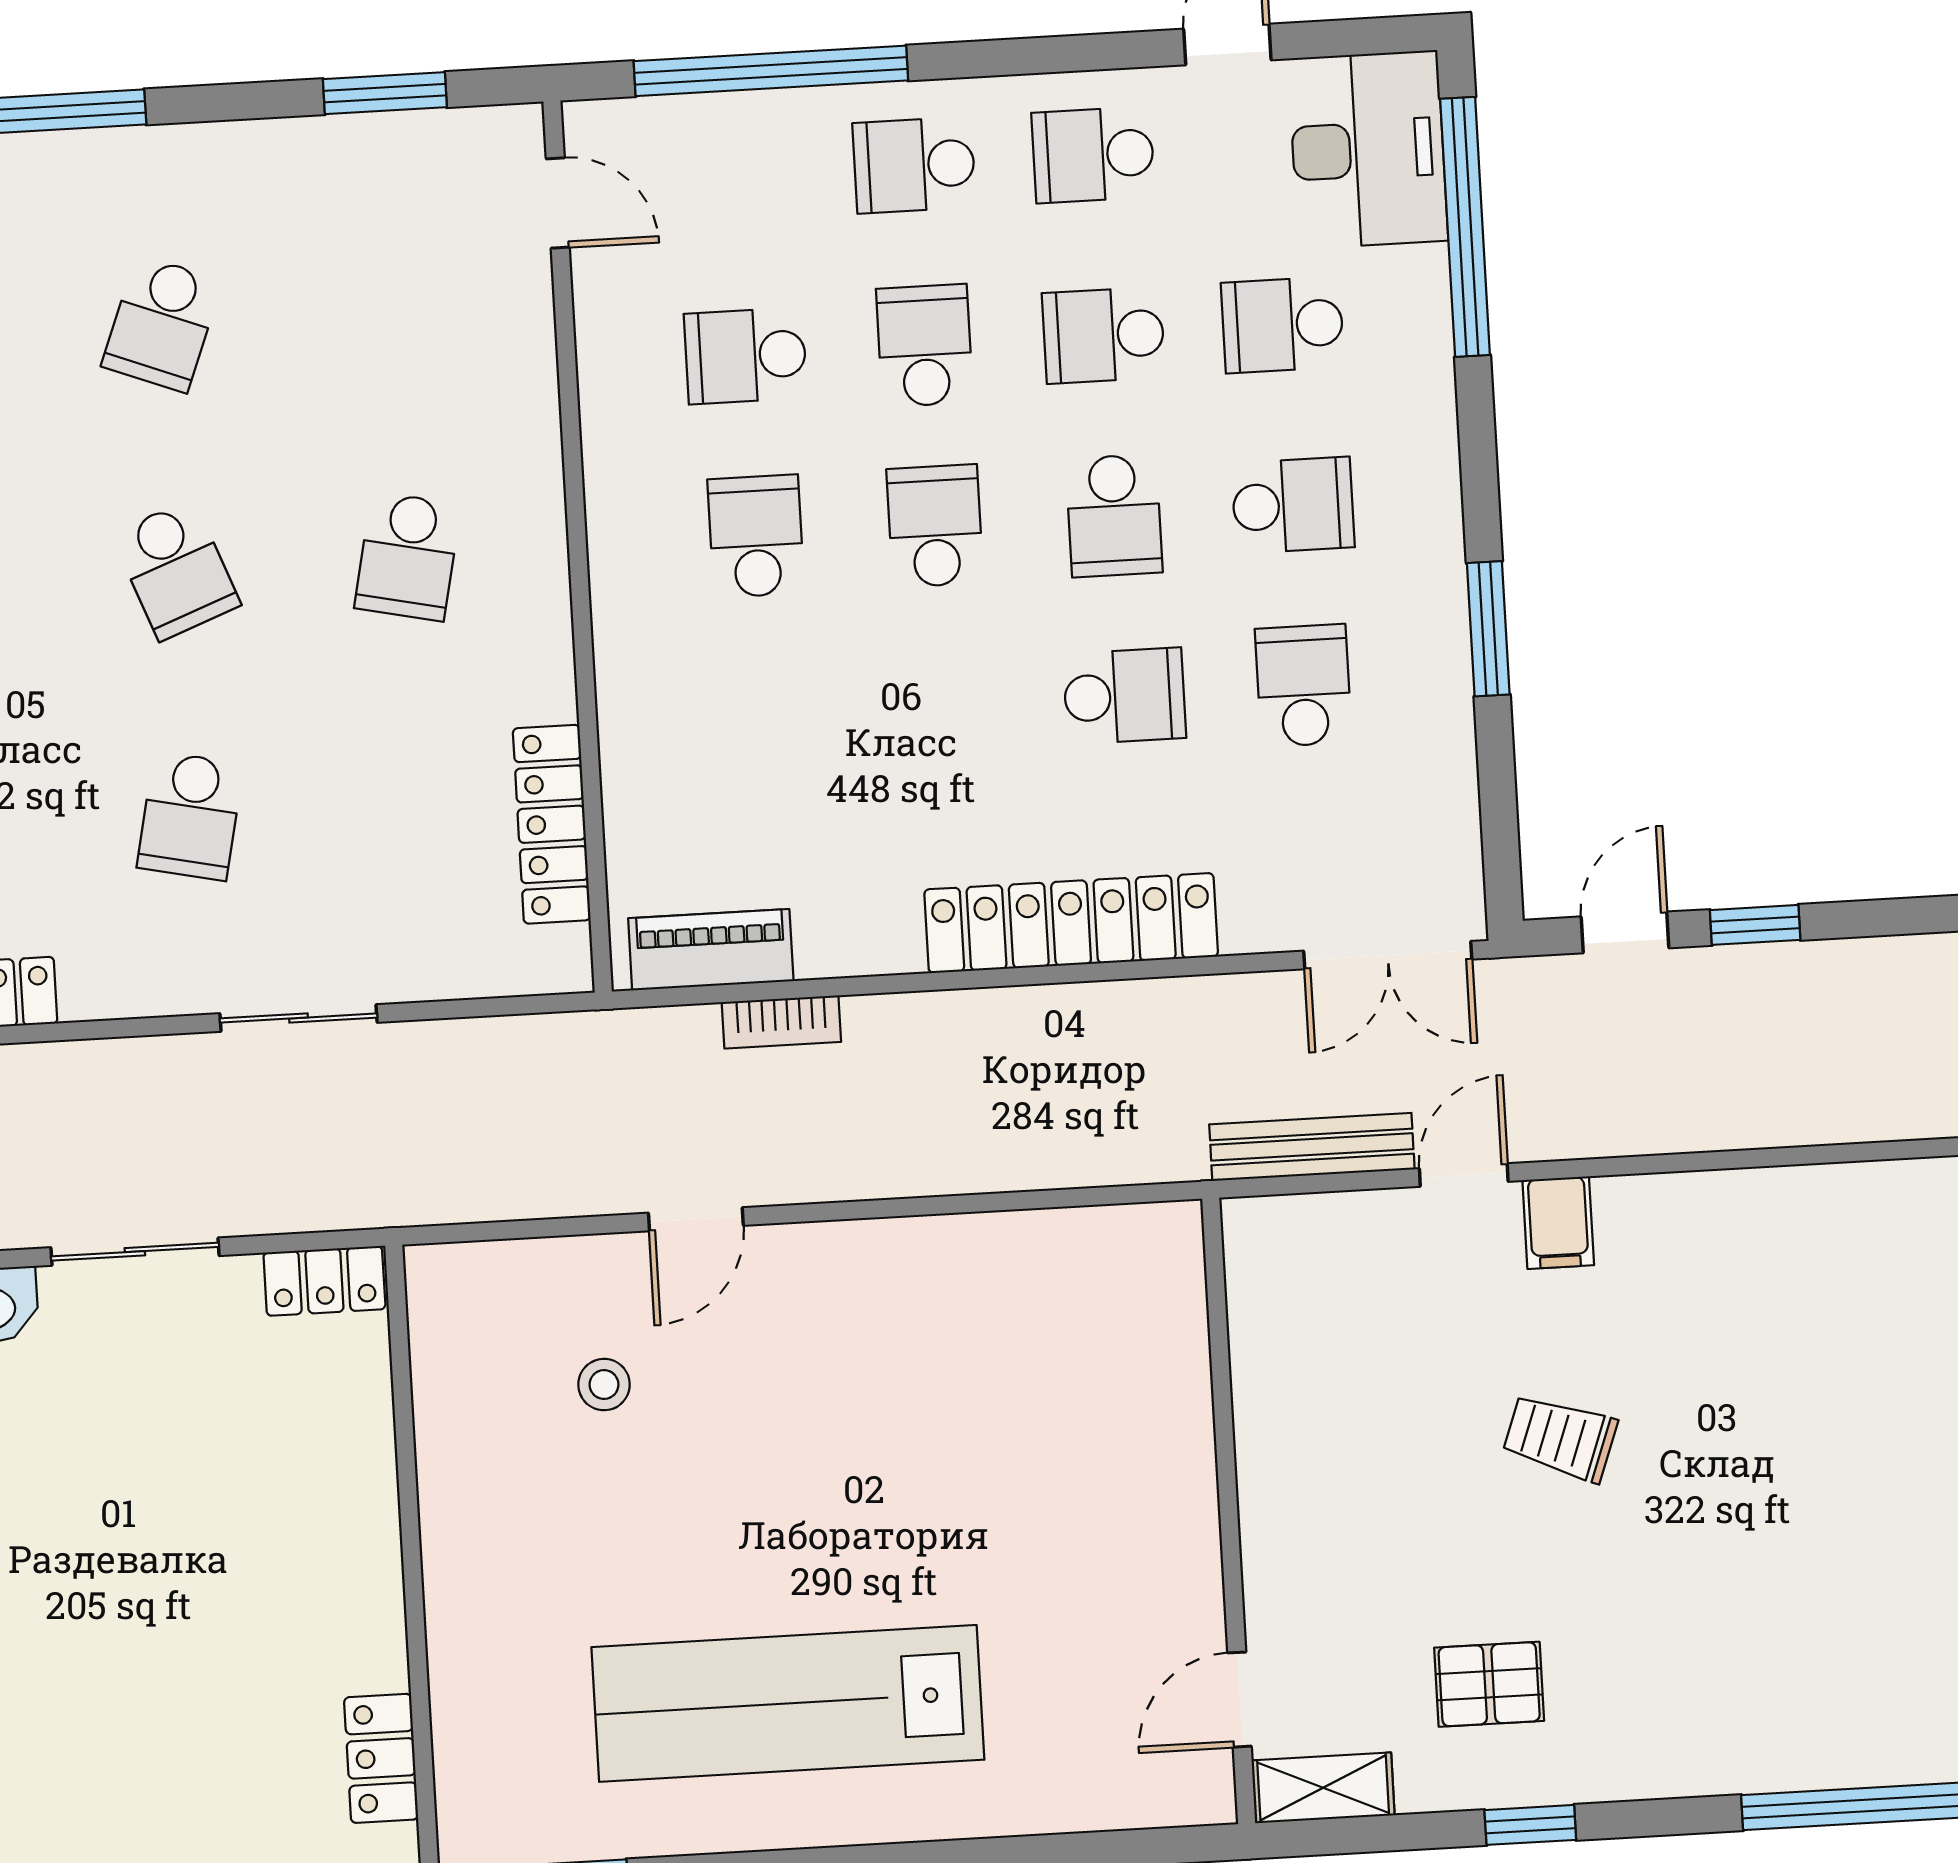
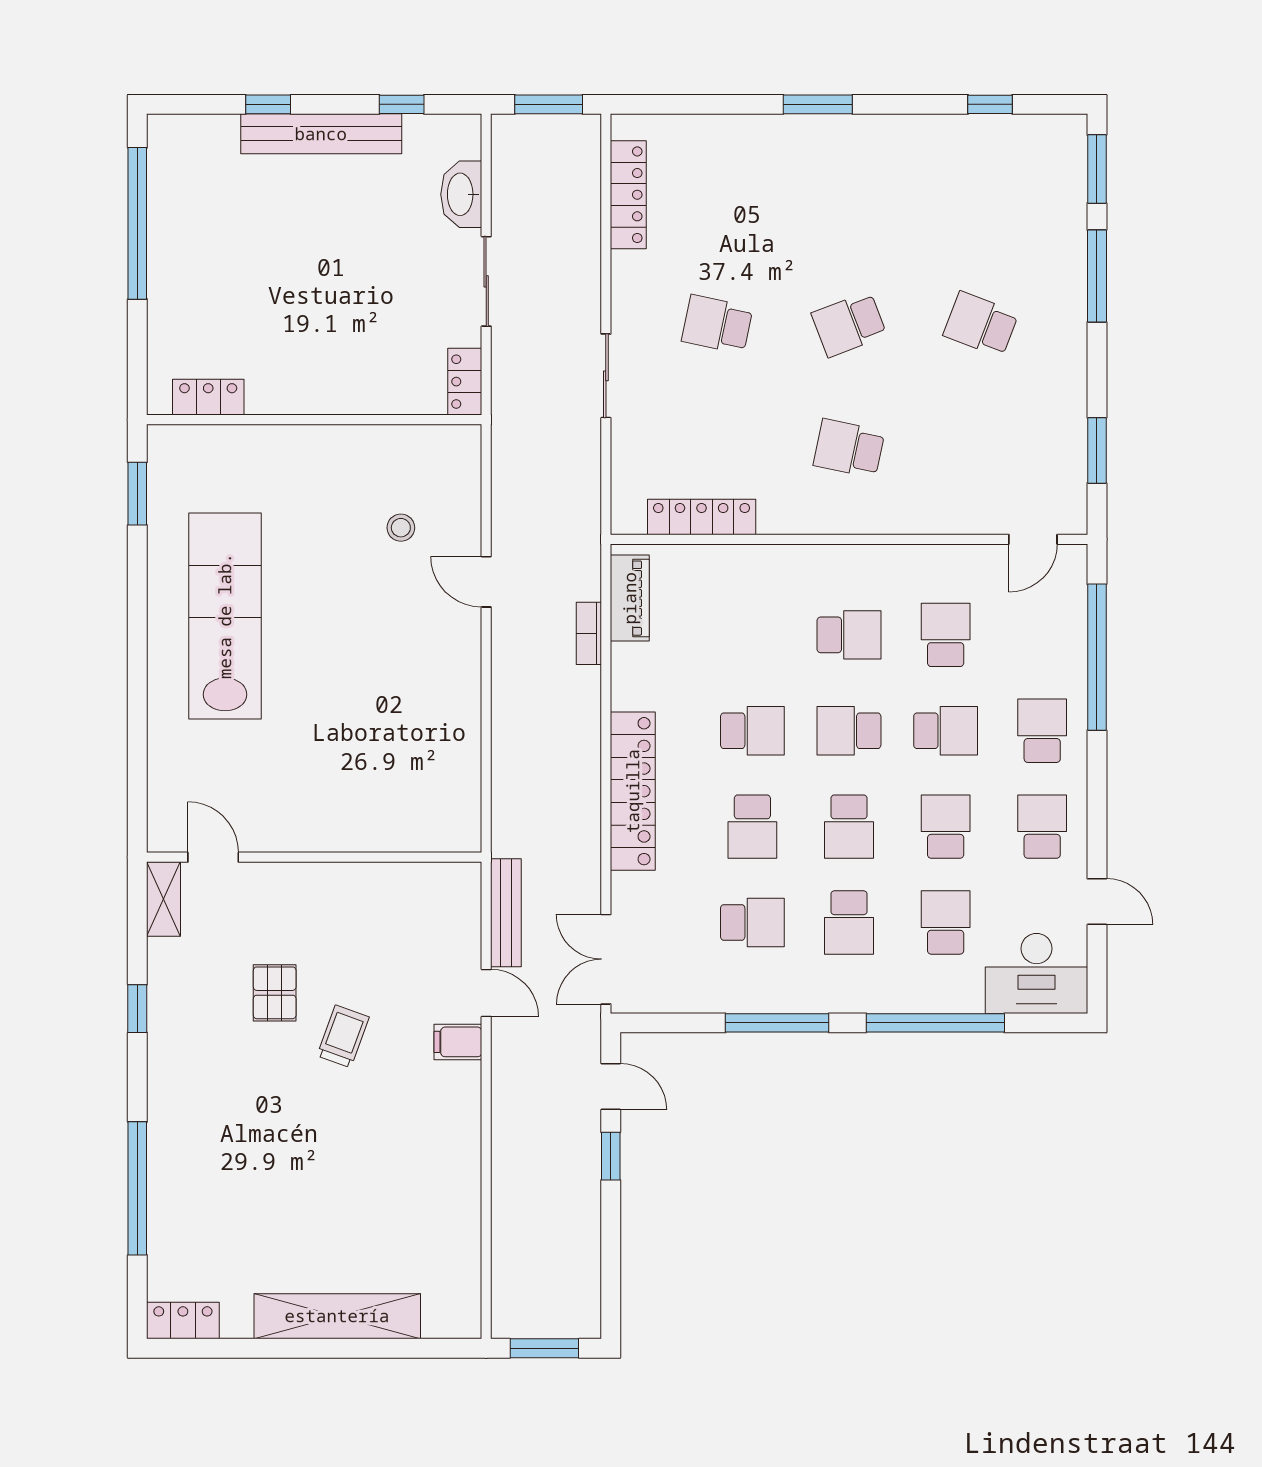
window: (1465, 227) -> (935, 1023), moved
school desk: (1114, 516) -> (849, 827), turned -90
school desk: (935, 526) -> (849, 731), turned 180
window: (1488, 629) -> (777, 1023), width x1.44
school desk: (945, 706) -> (752, 731), added
pallet: (1489, 1684) -> (275, 993), moved

